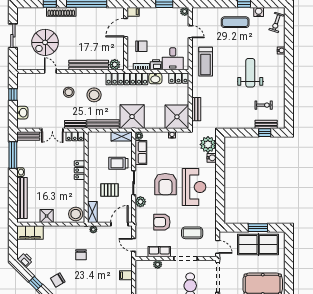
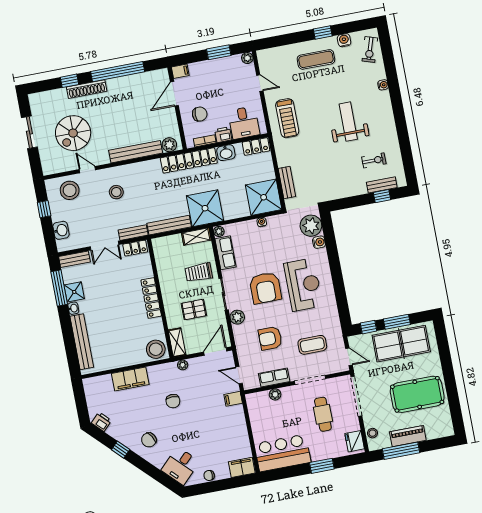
stool: (94, 95) -> (70, 190), moved
locker: (80, 170) -> (151, 298), width x1.53
shower: (47, 216) -> (74, 292), moved
window: (236, 228) -> (369, 327), added
filing cabinet: (30, 232) -> (130, 379), moved
filing cabinet: (126, 275) -> (233, 399), moved

